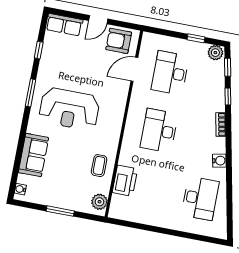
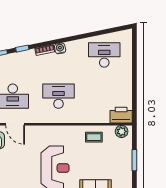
desk: (159, 131) -> (58, 96), turned 180
water cooler: (219, 161) -> (60, 48), moved
printer: (125, 181) -> (121, 115), moved

